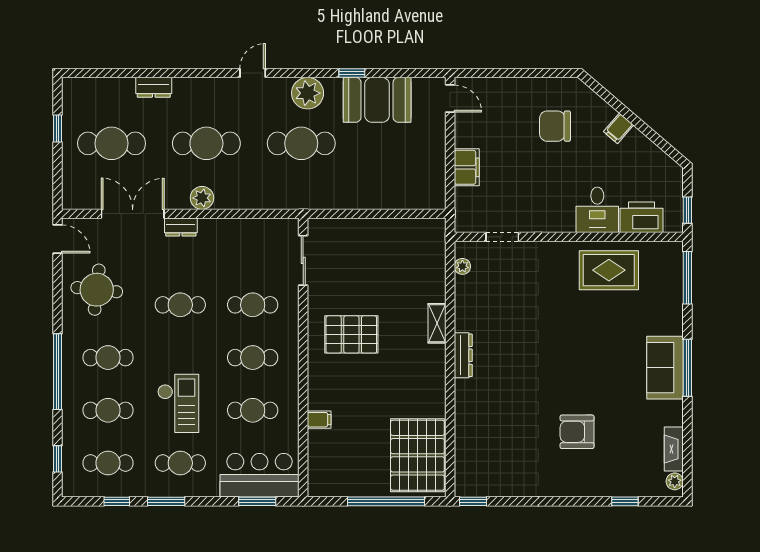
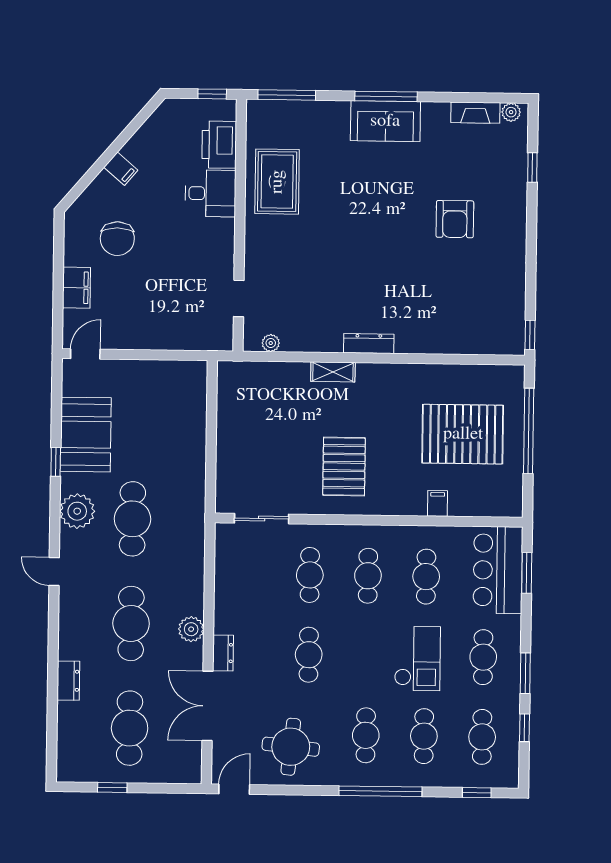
filing cabinet: (467, 167) -> (76, 288), moved, turned 90
checkout: (178, 403) -> (417, 659), turned 90
pallet: (417, 455) -> (463, 434), moved

